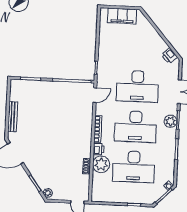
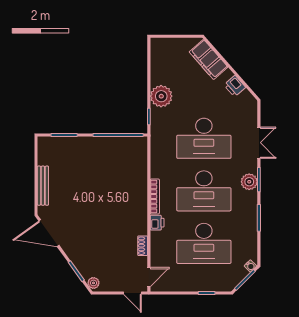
filing cabinet: (122, 16) -> (208, 59), moved, turned 49
printer: (169, 56) -> (235, 86), moved
door: (95, 95) -> (149, 277), moved
plant: (101, 164) -> (161, 96), moved

